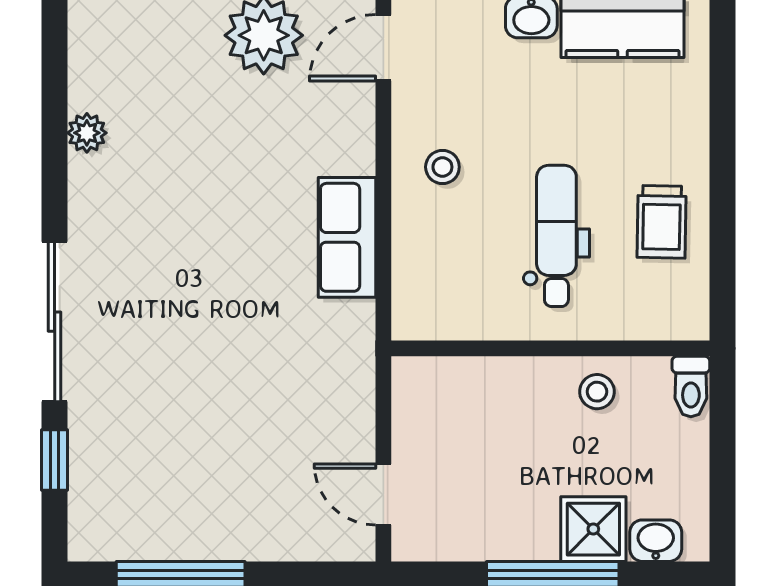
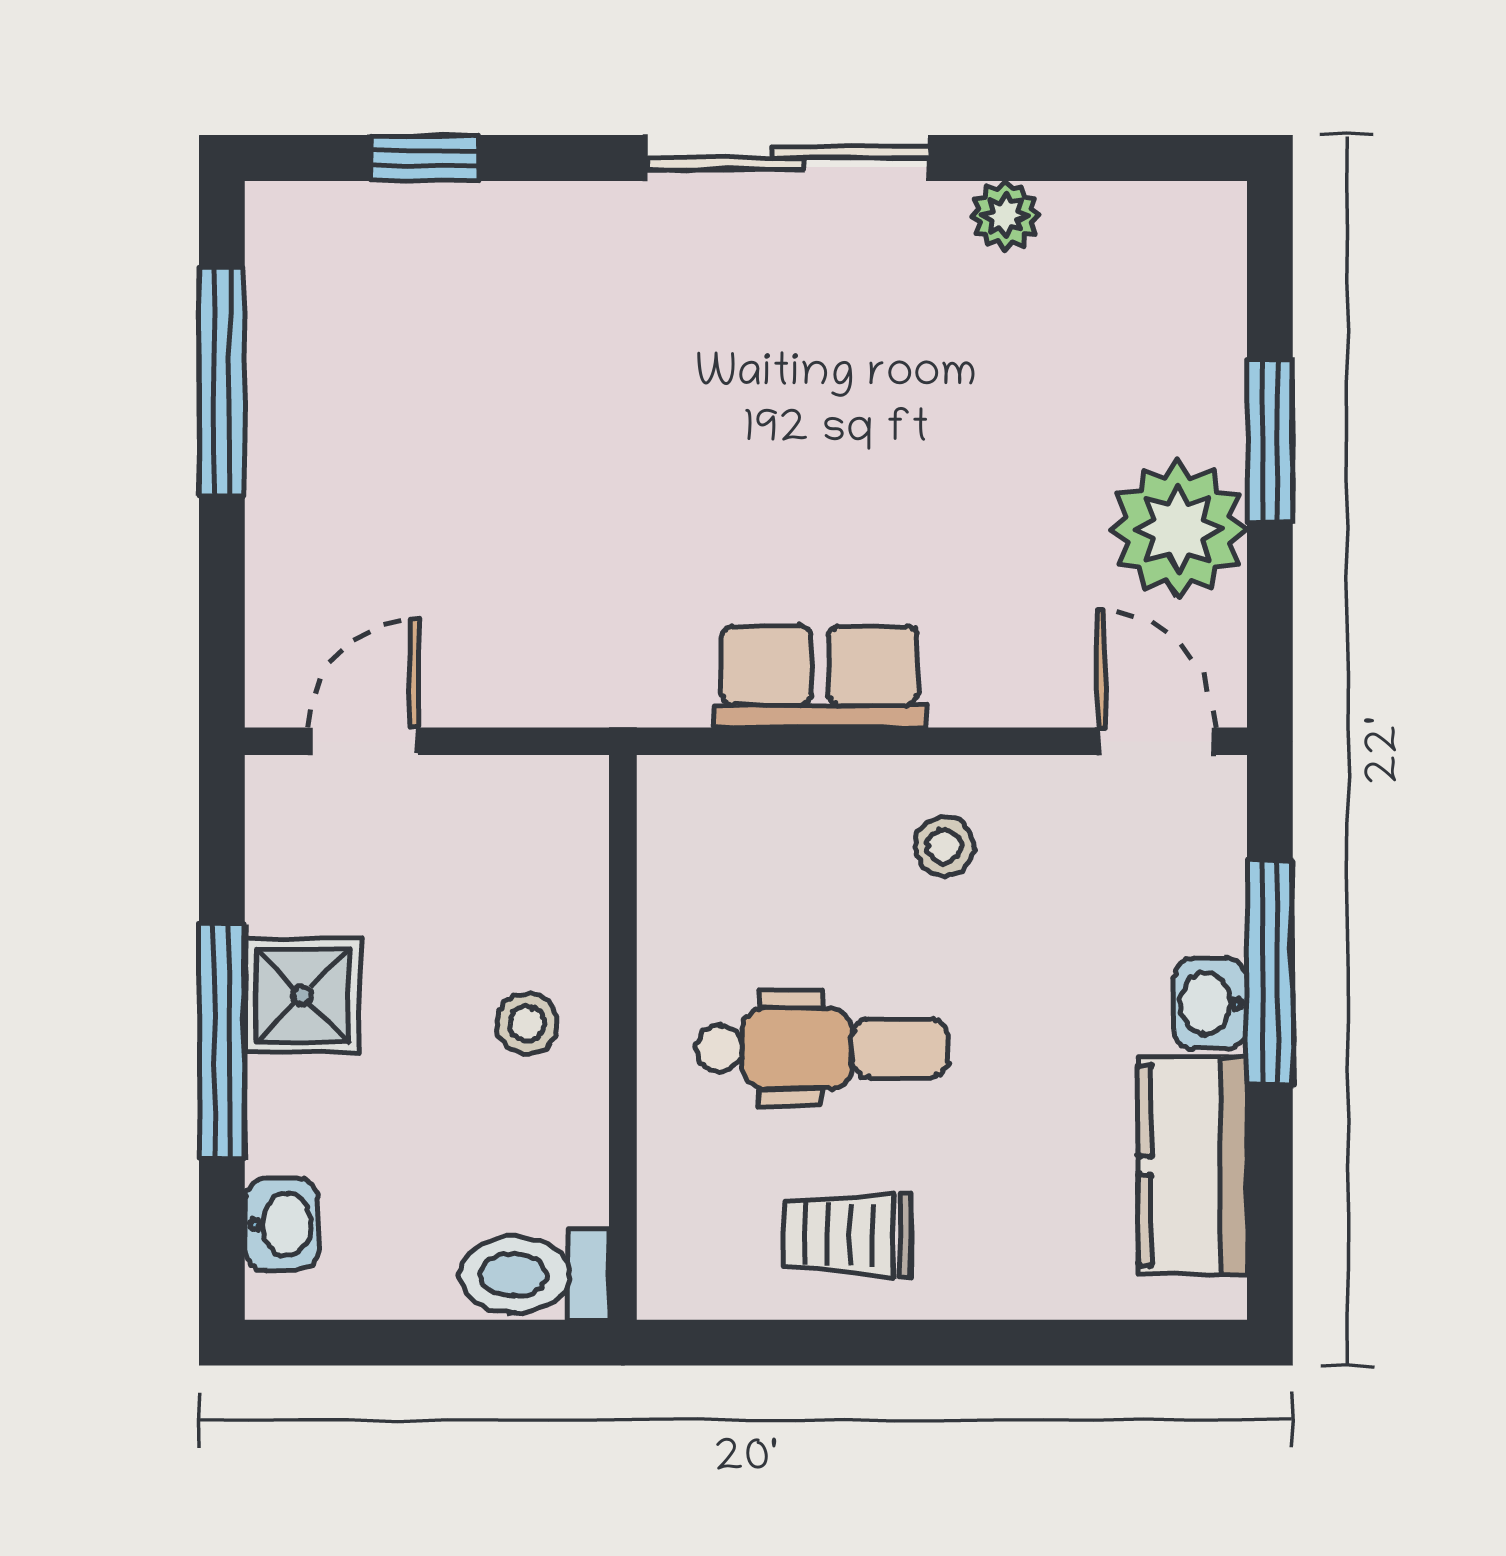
sliding door: (55, 322) -> (788, 158), moved
toilet: (691, 386) -> (534, 1274), width x1.37, depth x1.39
stool: (597, 392) -> (527, 1023), moved
shower: (593, 529) -> (302, 995), moved

